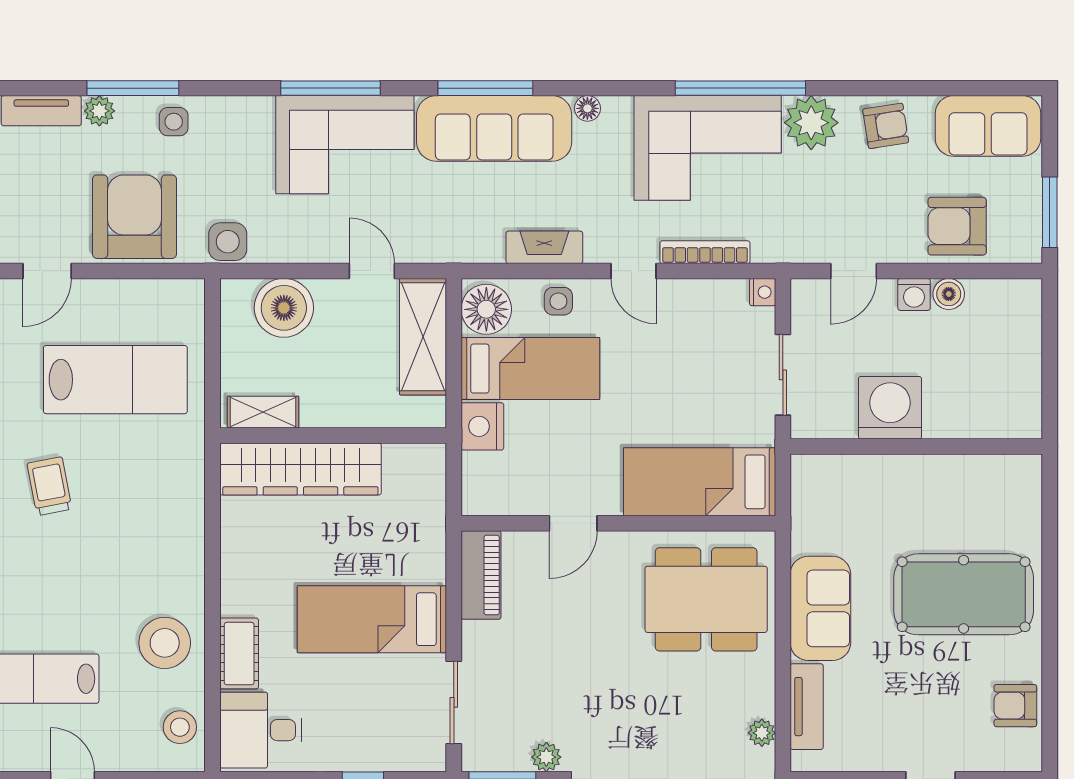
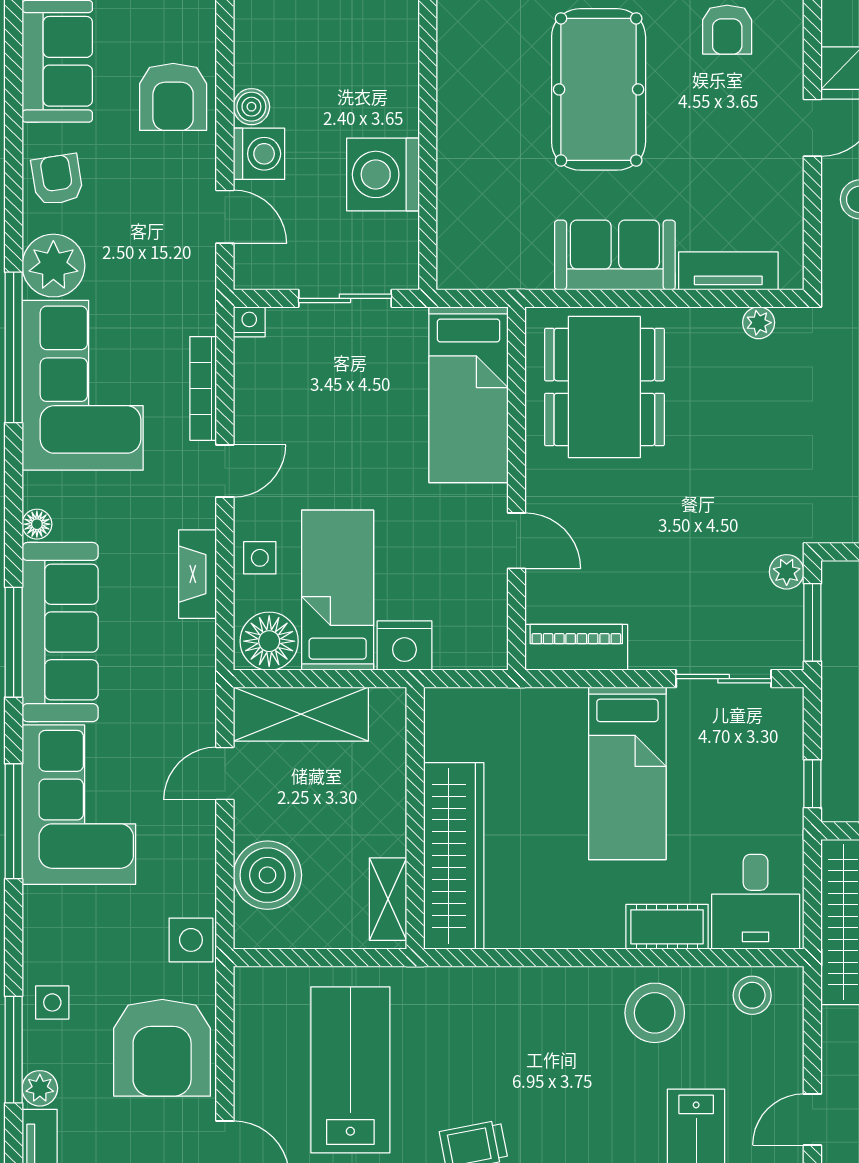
armchair: (135, 217) -> (162, 1048), turned -90
washing machine: (914, 294) -> (259, 154), width x1.38, depth x1.38

